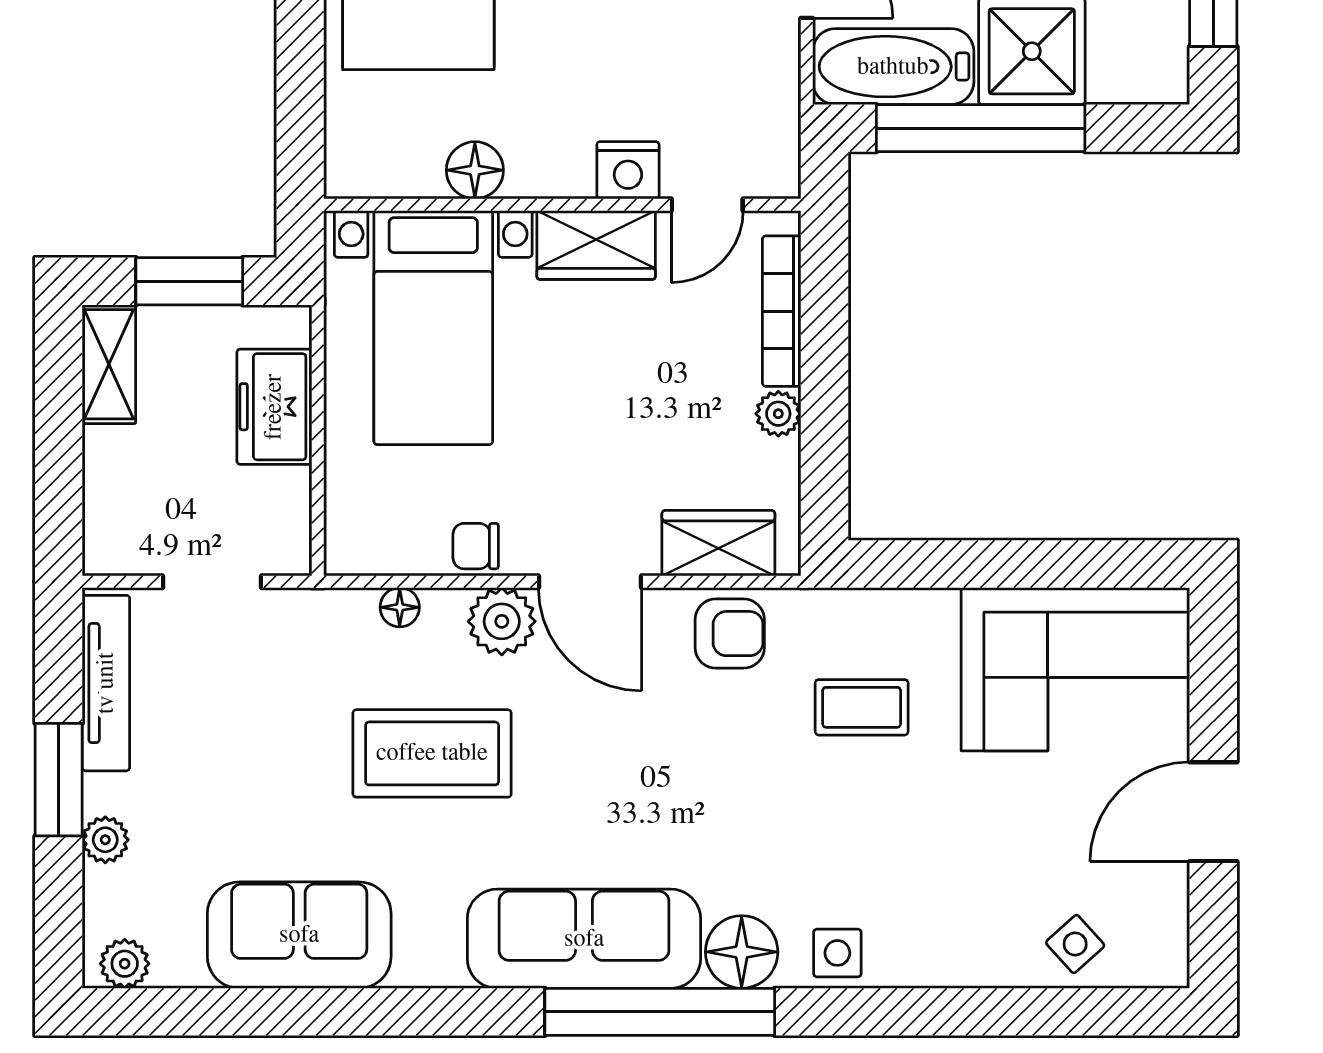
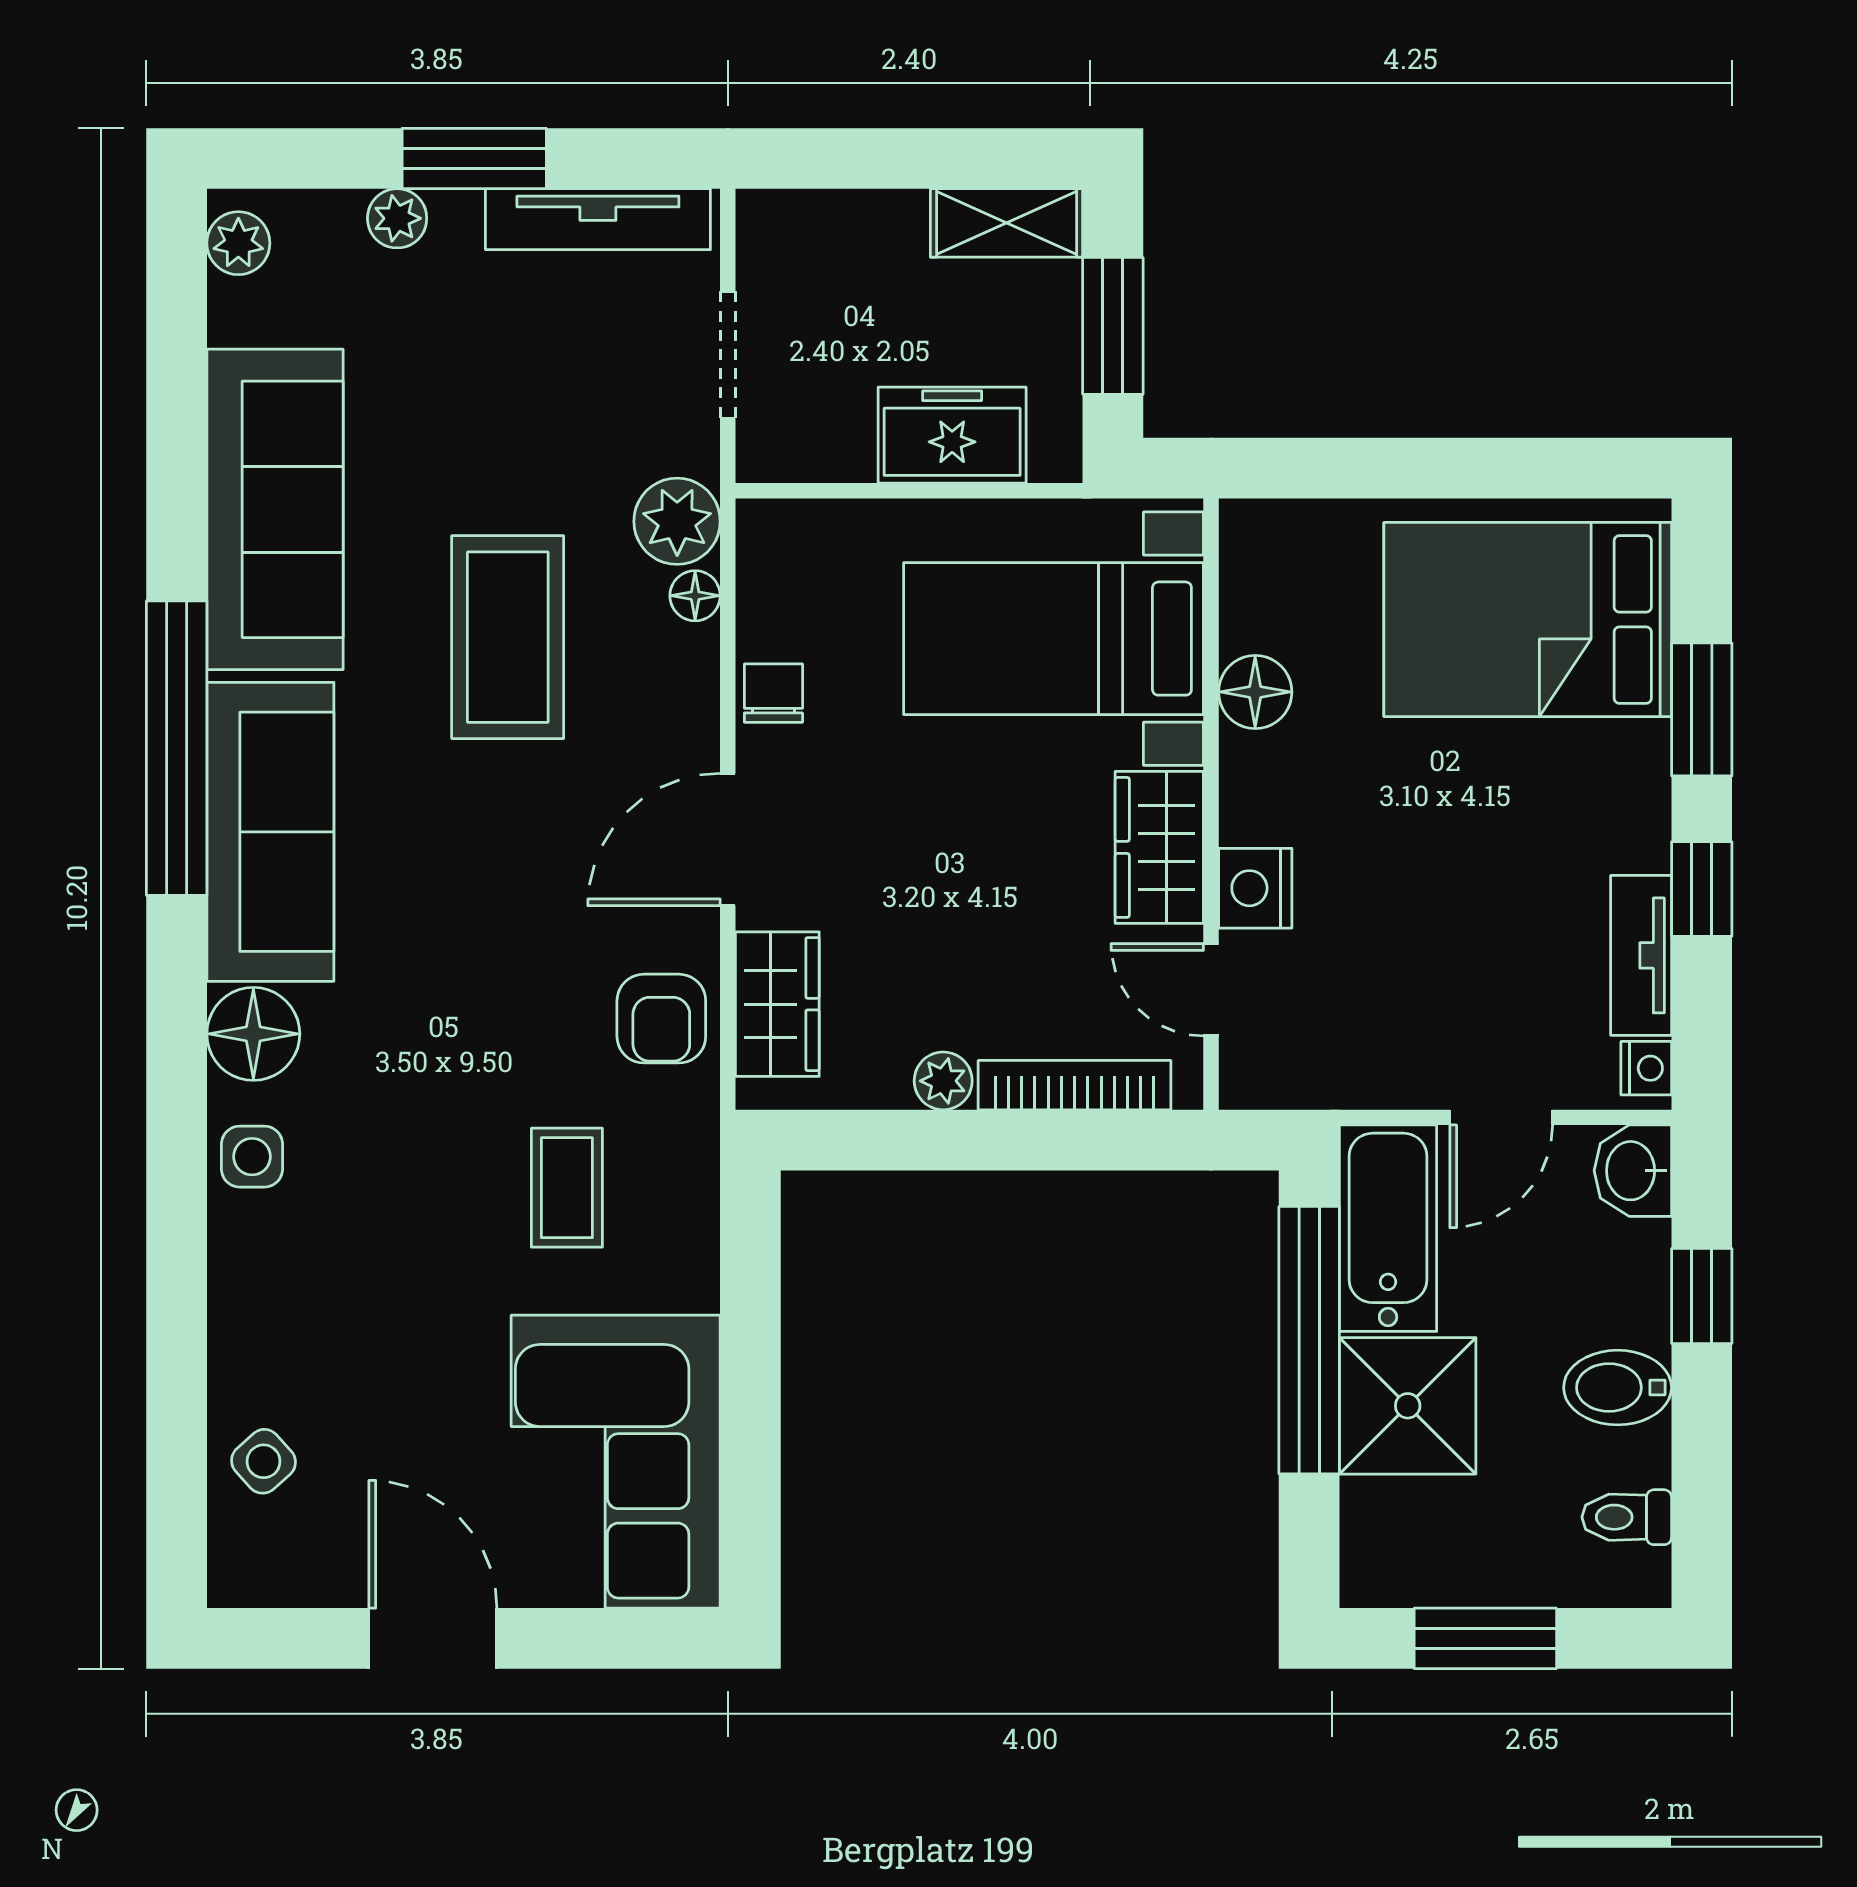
plant: (502, 621) -> (677, 521), moved
sofa: (299, 935) -> (275, 509), width x1.36
window: (660, 1012) -> (177, 748), moved

